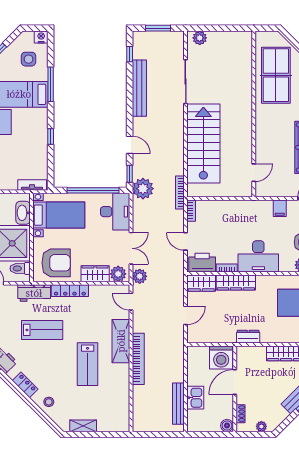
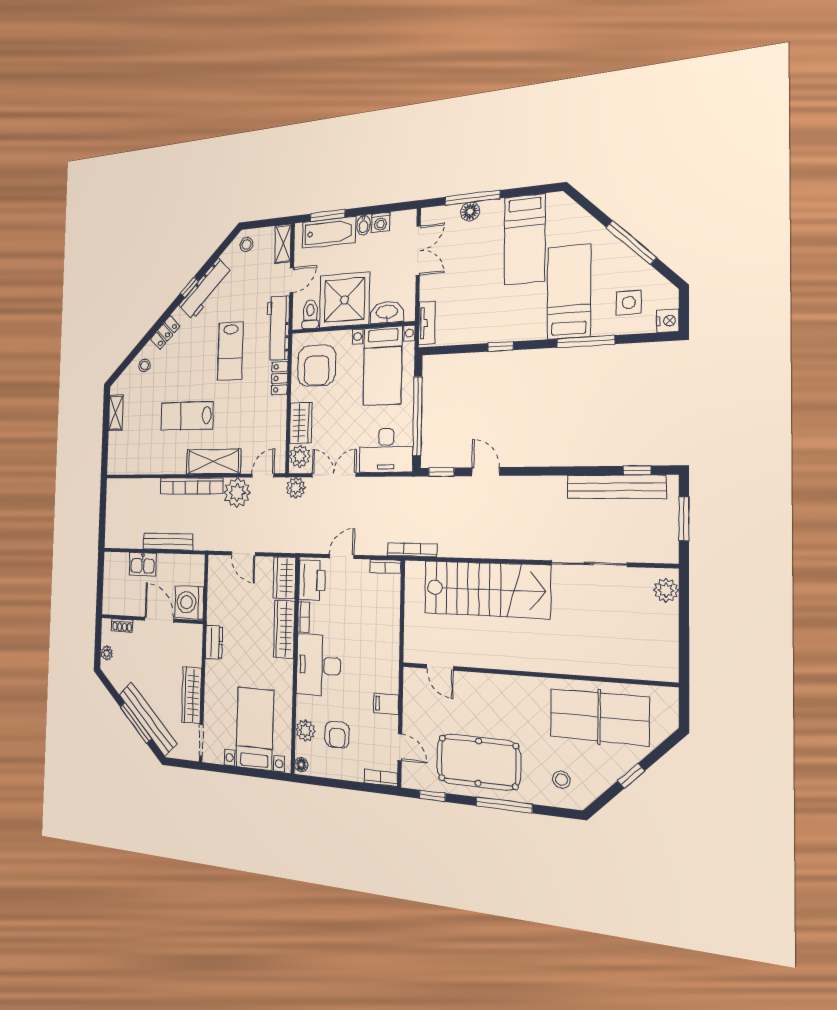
bench: (139, 88) -> (616, 487), moved
door: (130, 145) -> (486, 472), swing flipped
plant: (143, 189) -> (237, 493), moved
double door: (131, 248) -> (334, 475), swing flipped
locker: (70, 291) -> (280, 378), width x0.66
workbench: (34, 293) -> (278, 328), width x1.38
bench: (178, 404) -> (168, 542), moved
boiler: (227, 426) -> (109, 606), removed

